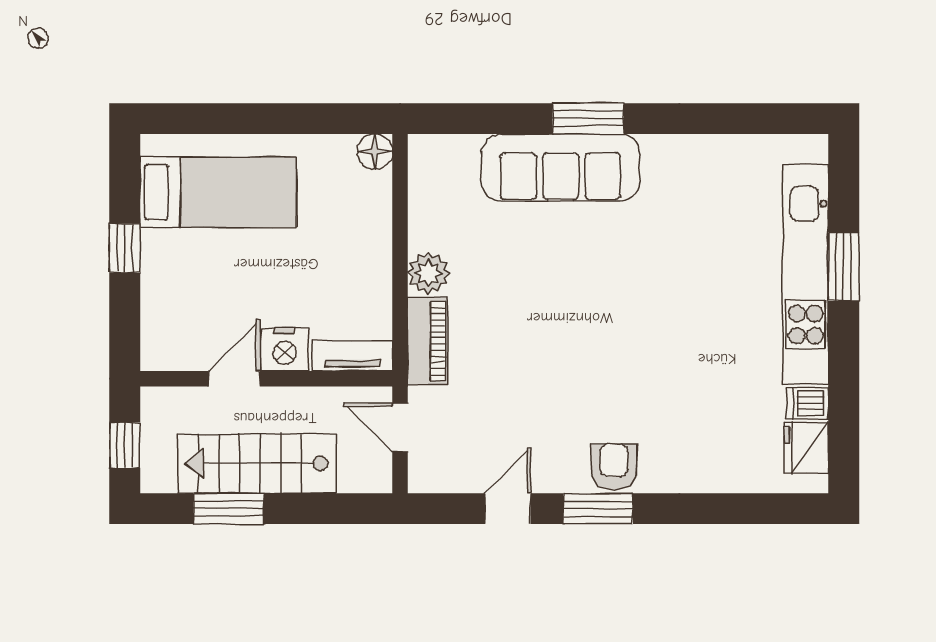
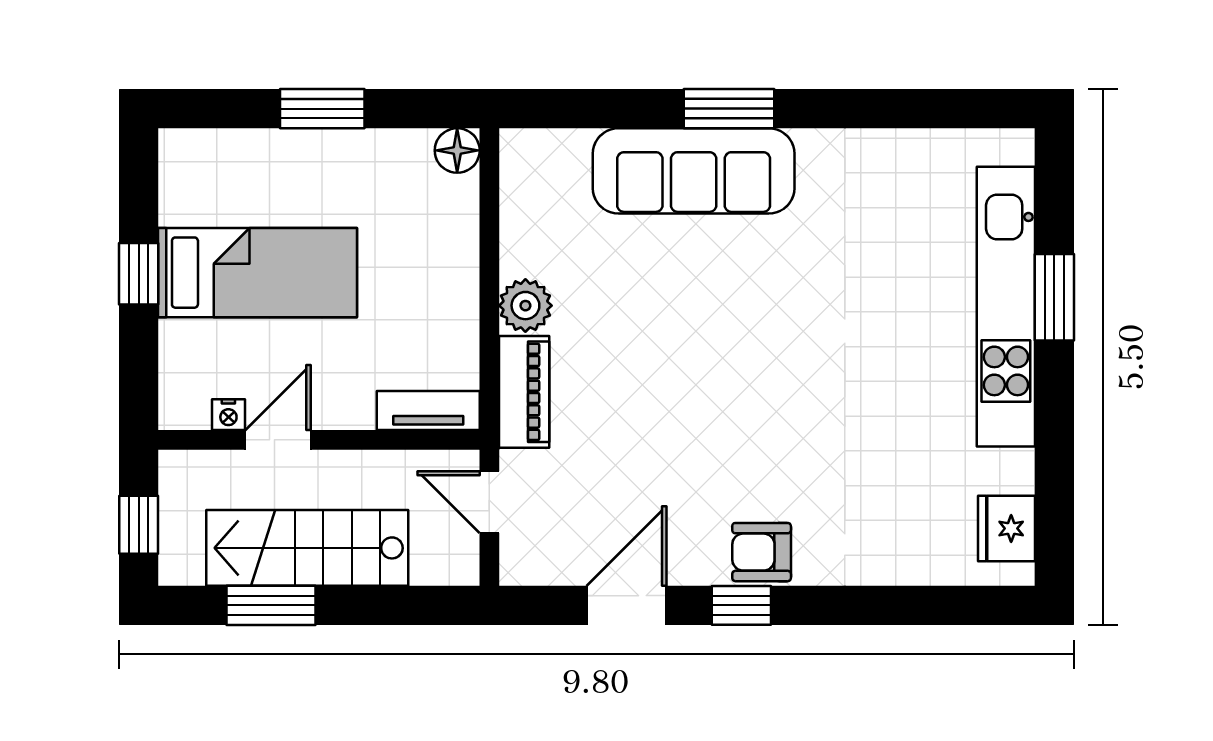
window: (269, 119) -> (322, 109), added
bed: (218, 192) -> (258, 273), moved
nightstand: (285, 349) -> (228, 415), moved, width x0.53, depth x0.56
dishwasher: (808, 403) -> (1008, 471), removed
armchair: (614, 467) -> (762, 552), turned -90
door: (508, 509) -> (626, 605), width x1.38
window: (598, 509) -> (741, 605), width x0.67

